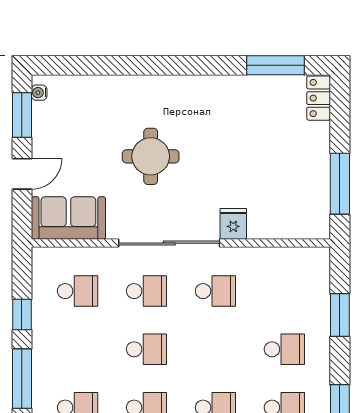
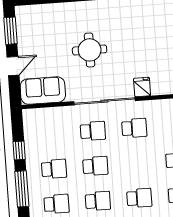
water cooler: (39, 93) -> (20, 16), removed
school desk: (77, 291) -> (54, 169), moved

